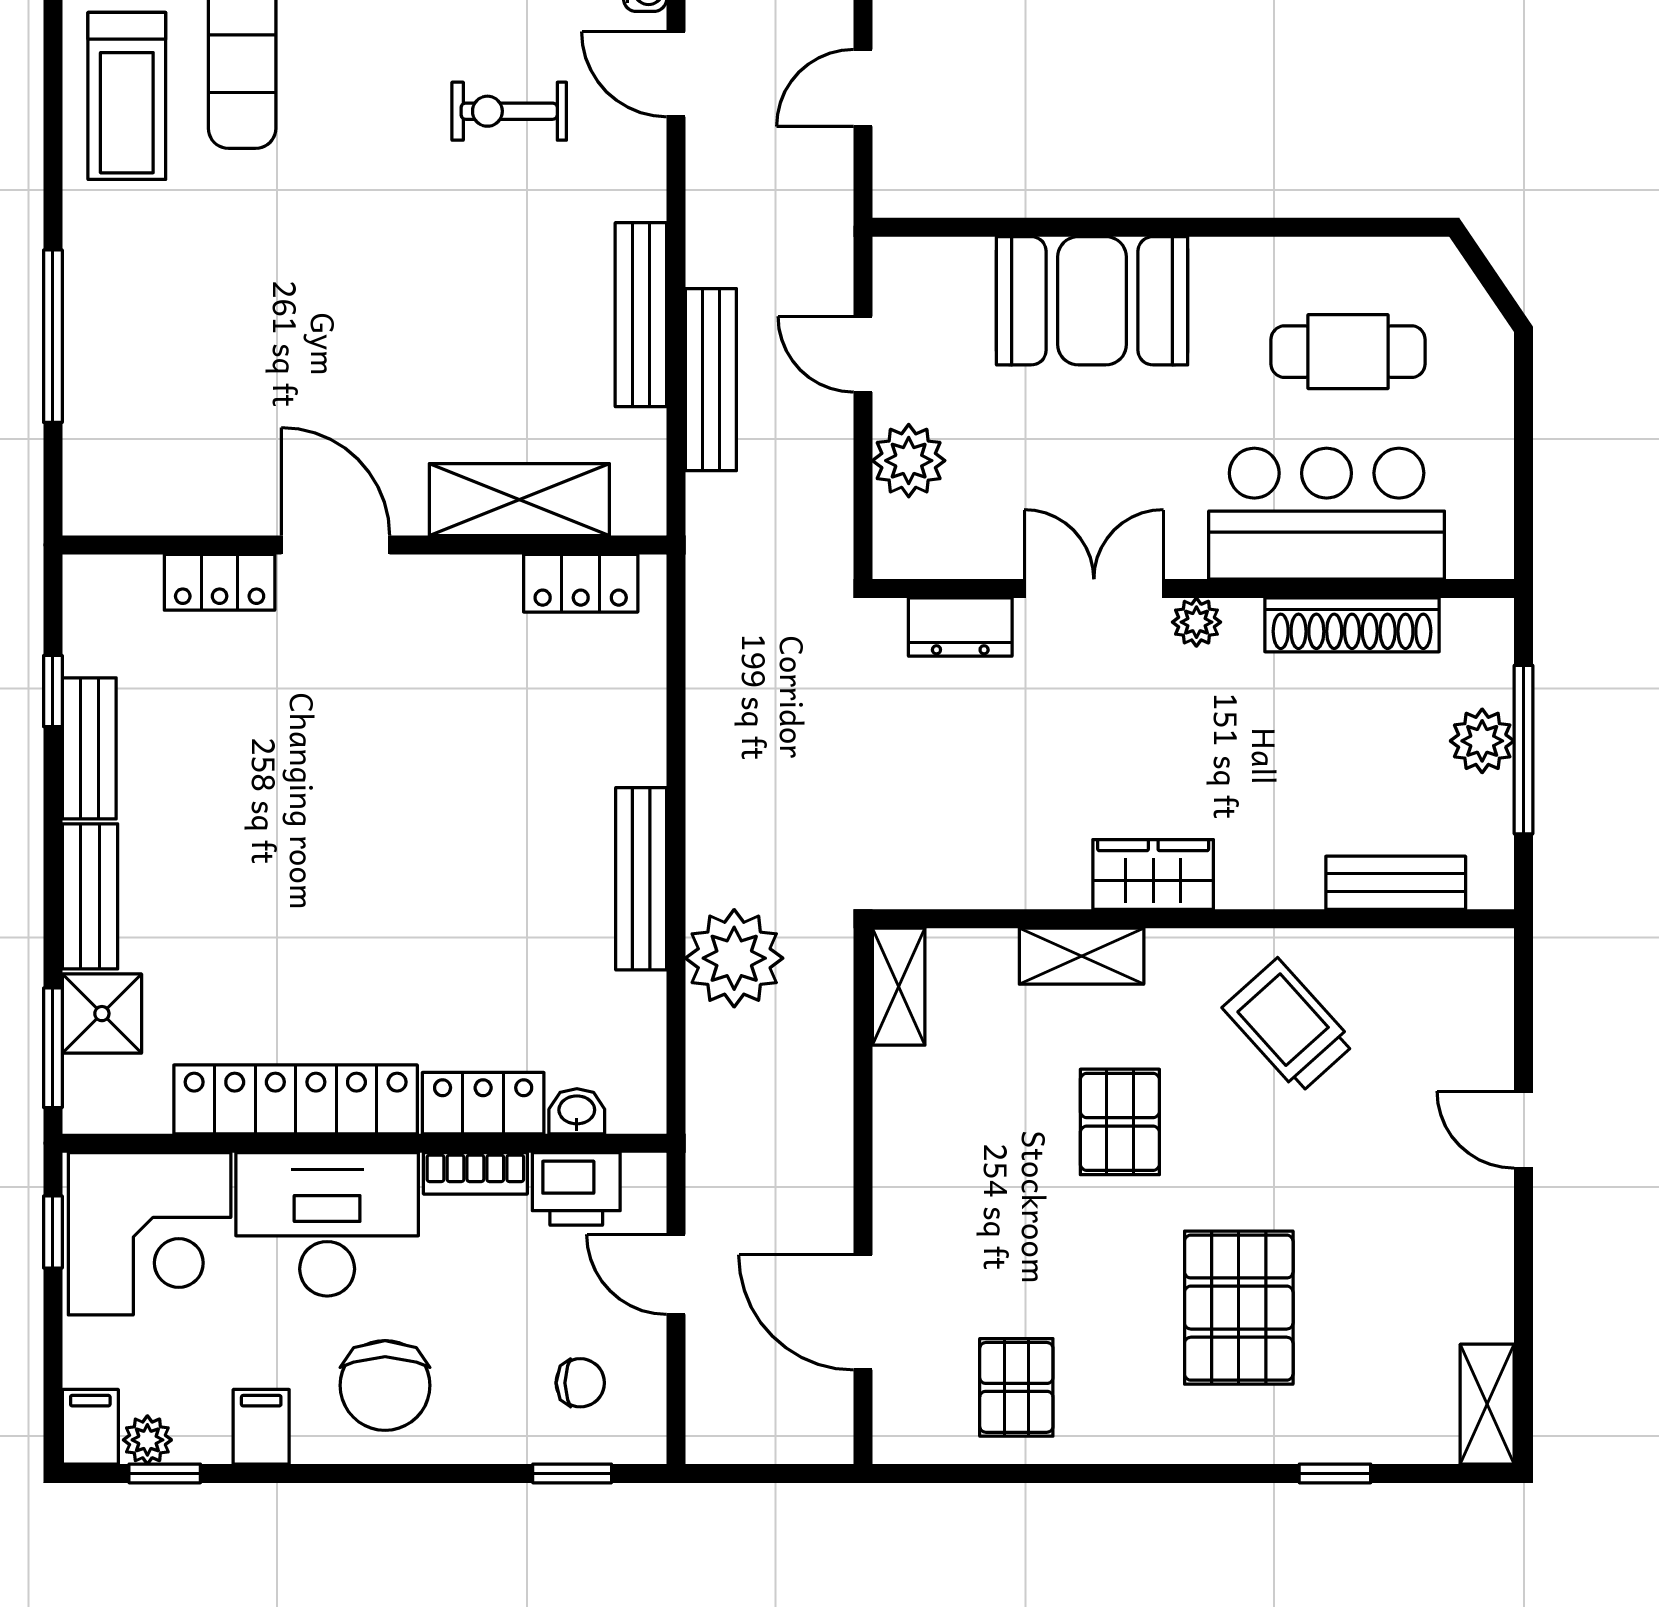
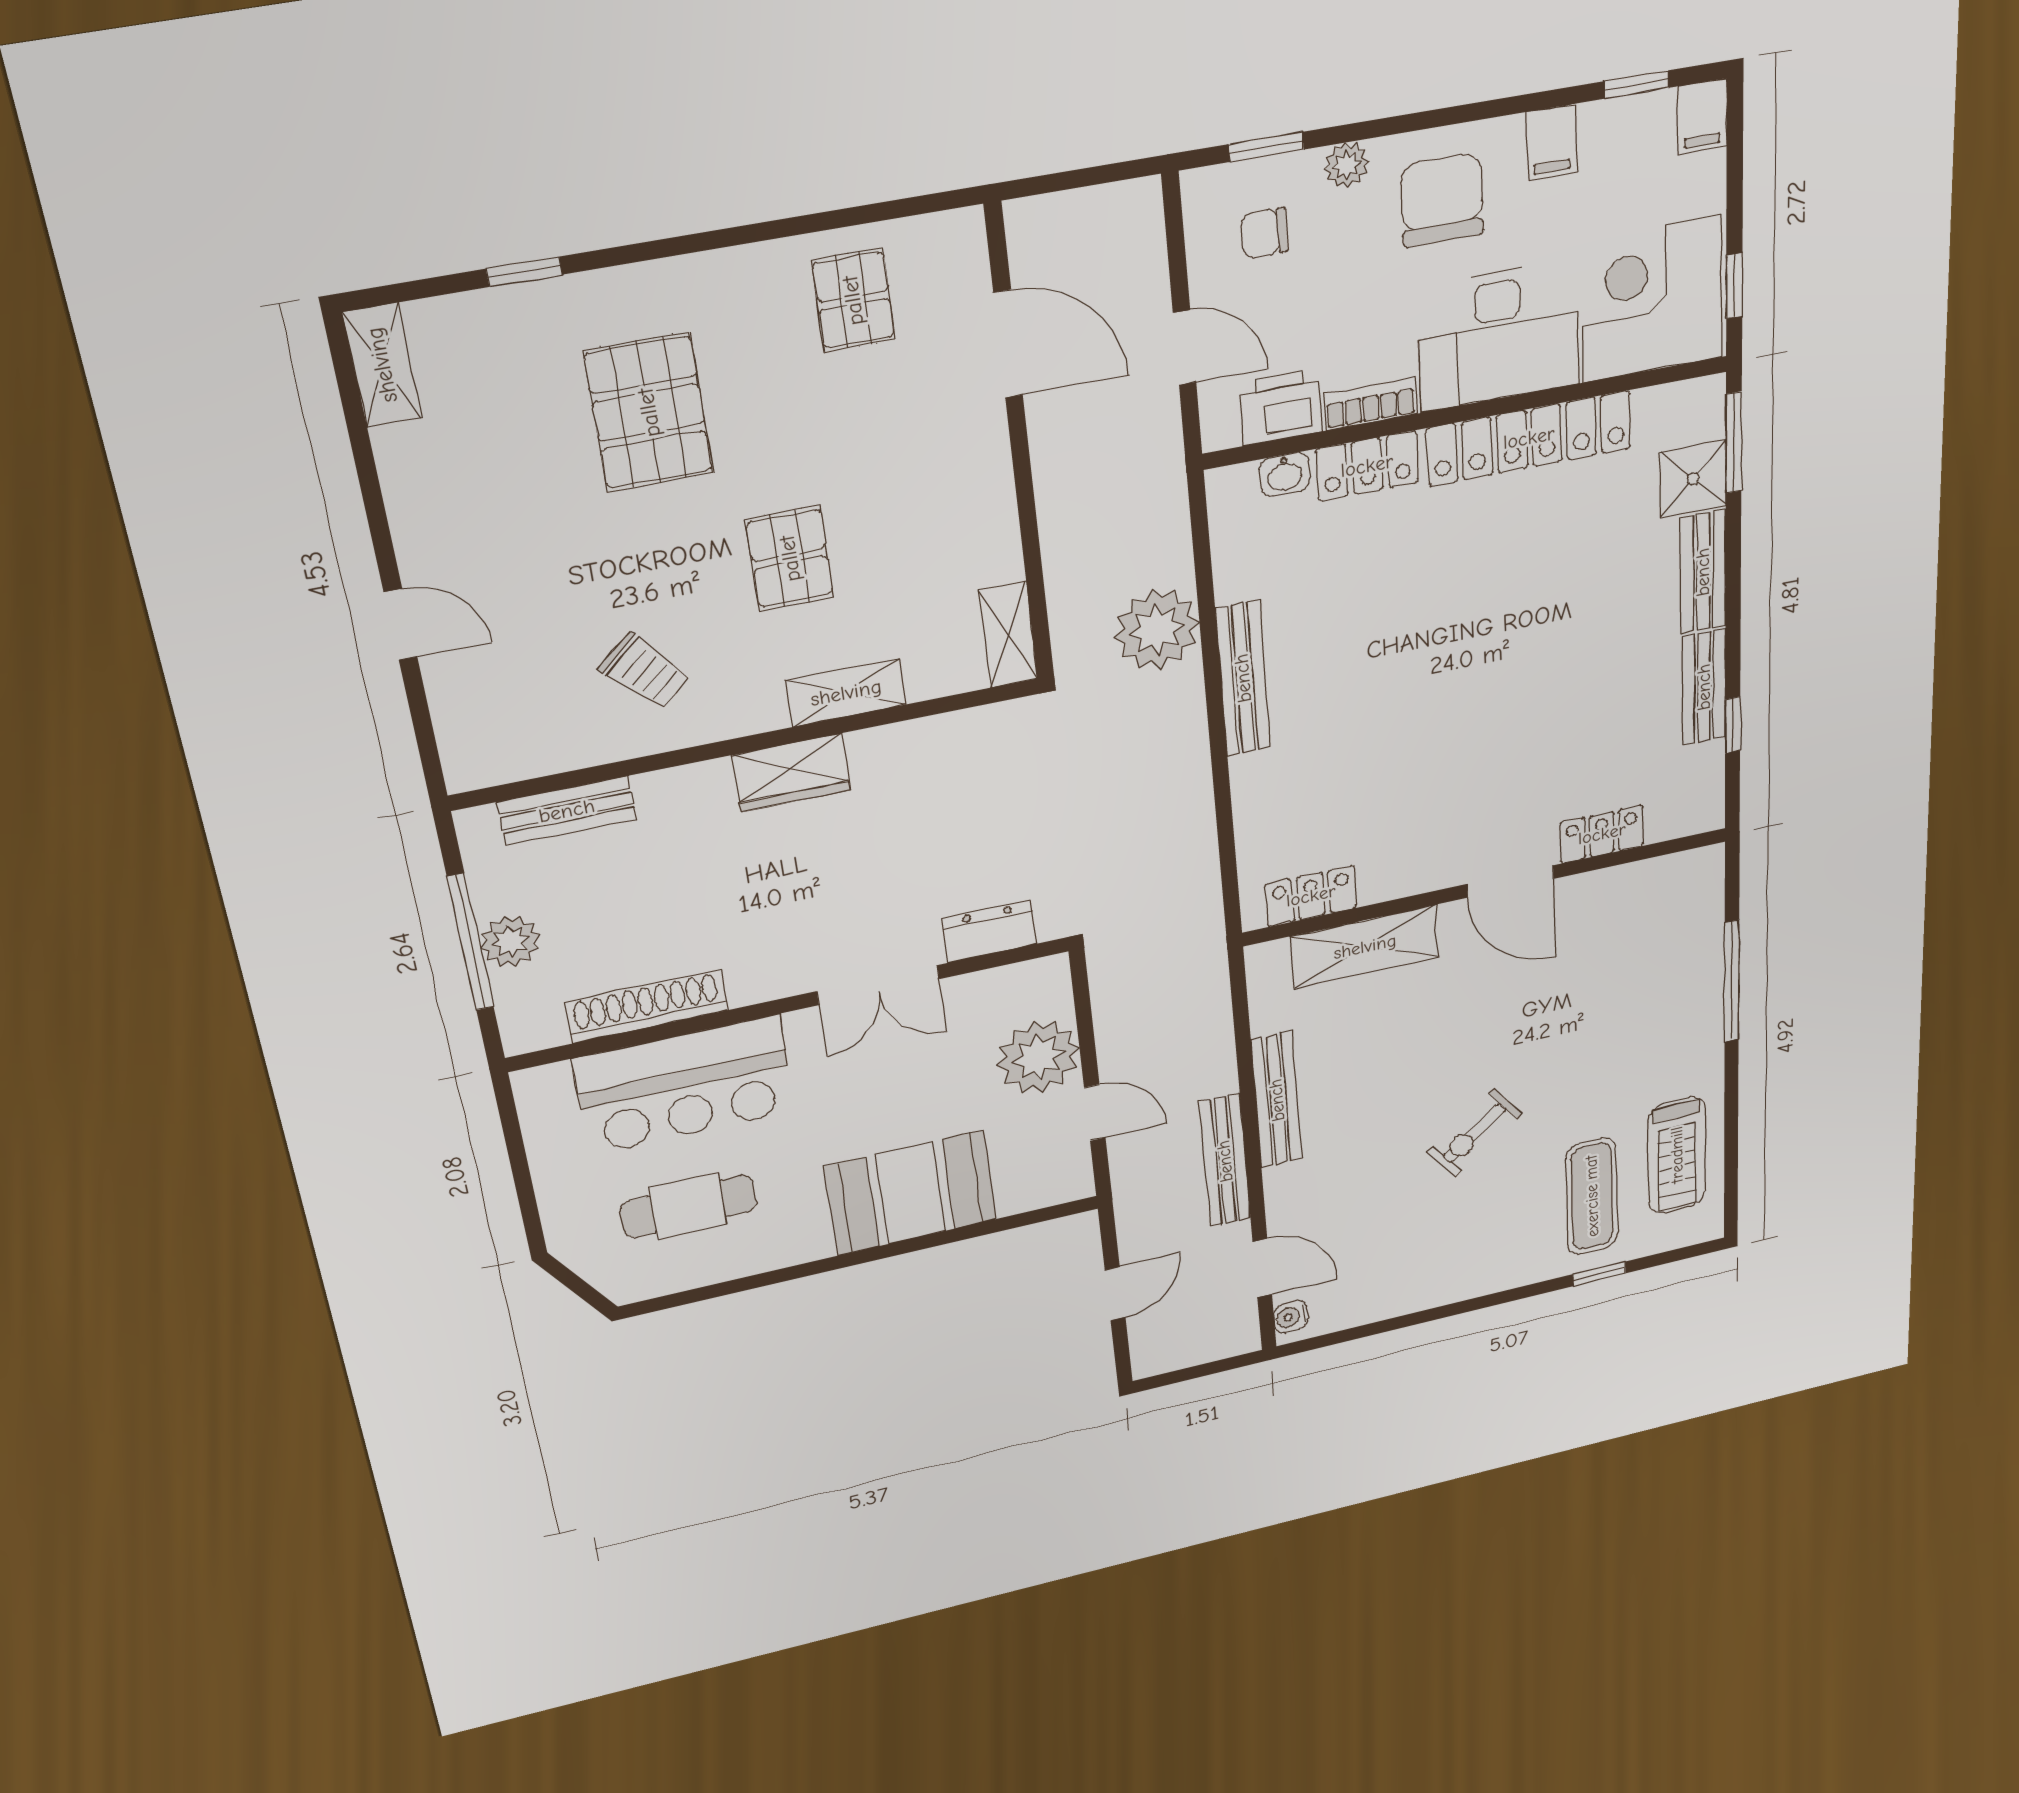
treadmill: (127, 96) -> (1677, 1155), turned 180
exercise bike: (509, 111) -> (1475, 1133), moved, turned 142
bench: (711, 380) -> (1225, 1161), moved
plant: (909, 461) -> (1038, 1057), width x1.36, depth x1.36
plant: (1196, 622) -> (785, 979), removed
trolley: (1289, 1026) -> (645, 672), width x0.73, depth x0.72
plant: (147, 1440) -> (1347, 165), moved

